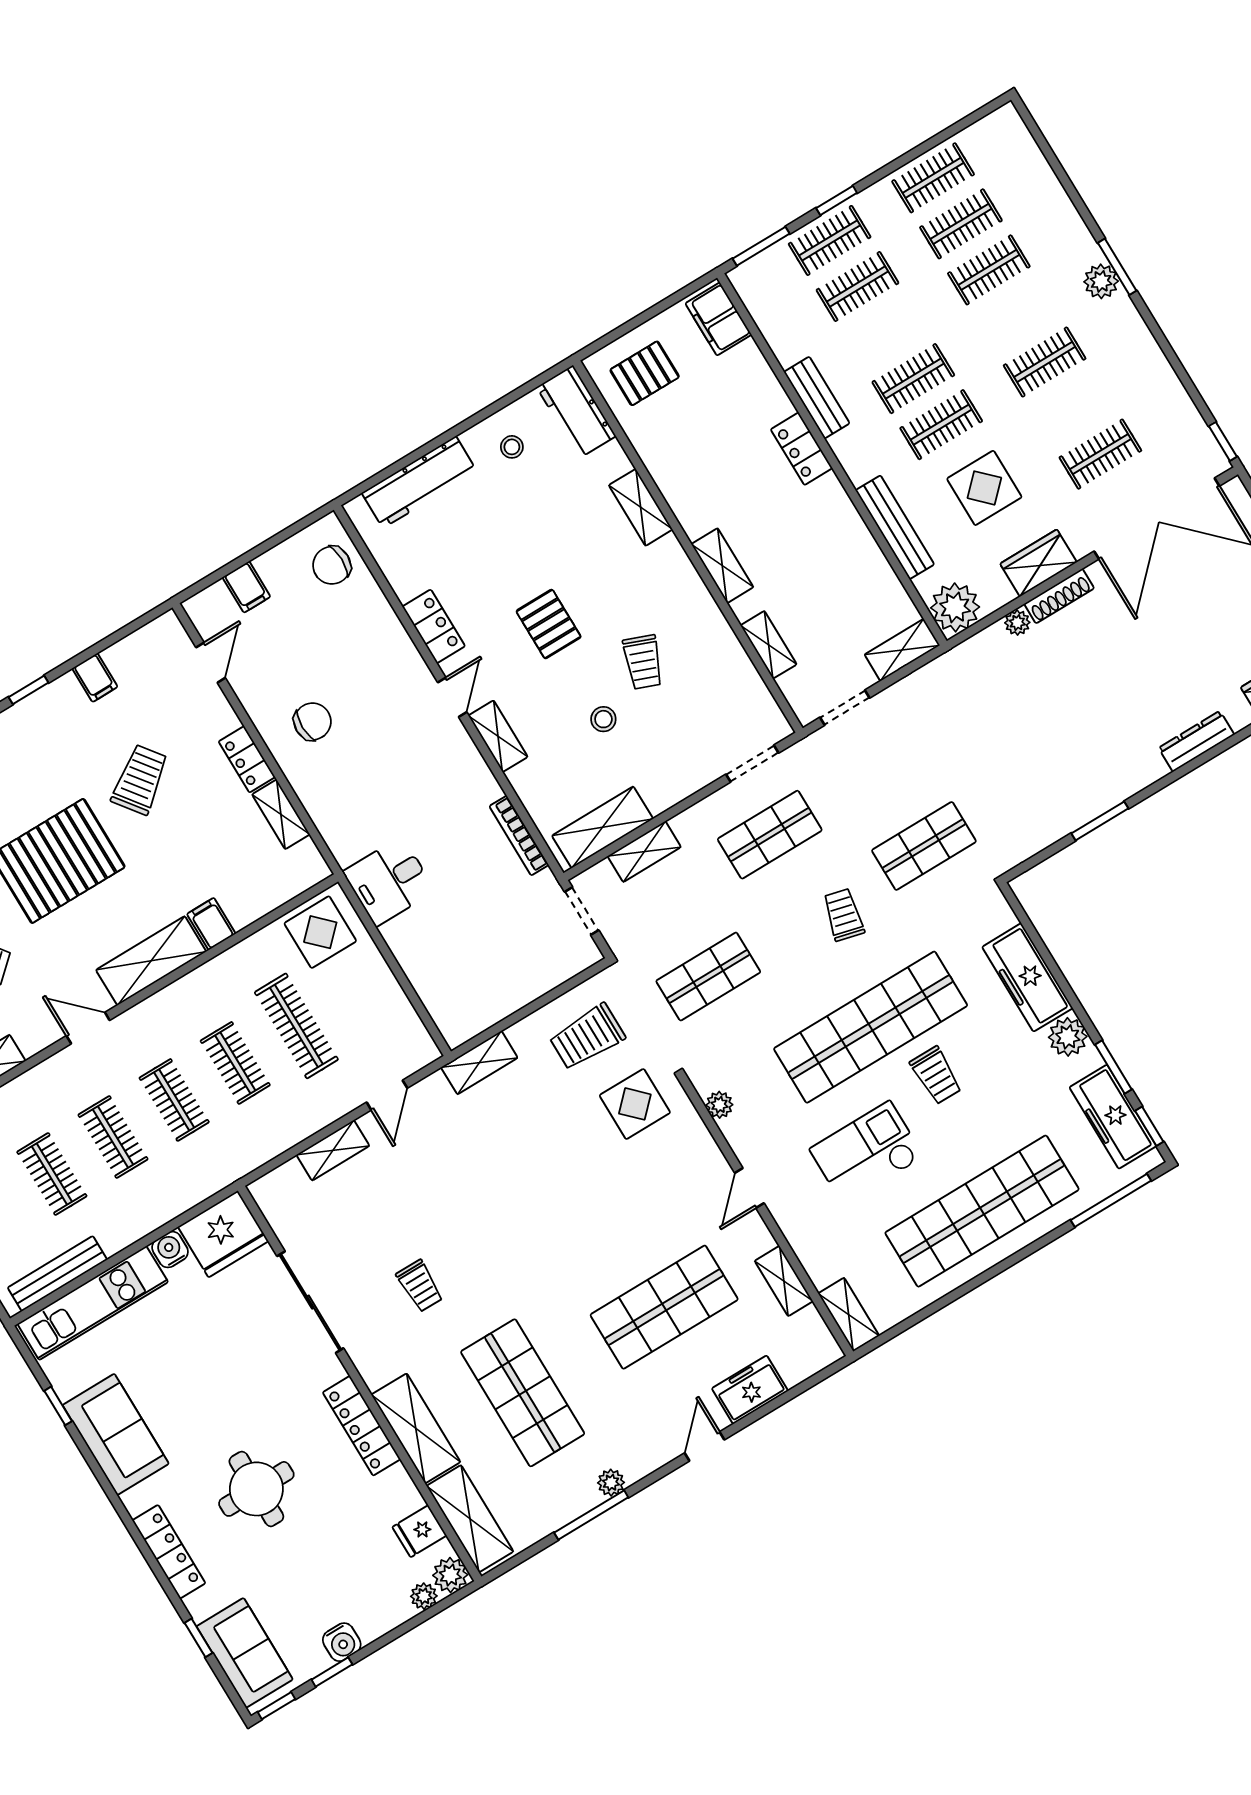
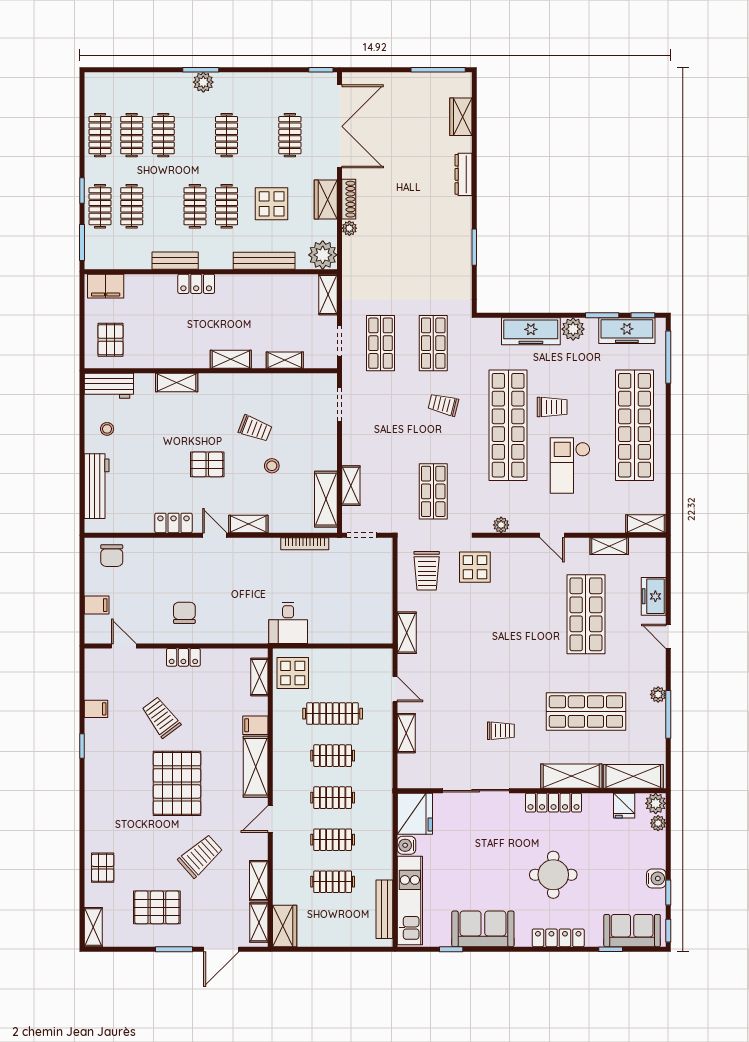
shelving: (281, 814) -> (259, 677), moved, turned 90
shop shelf: (770, 835) -> (381, 343), moved

